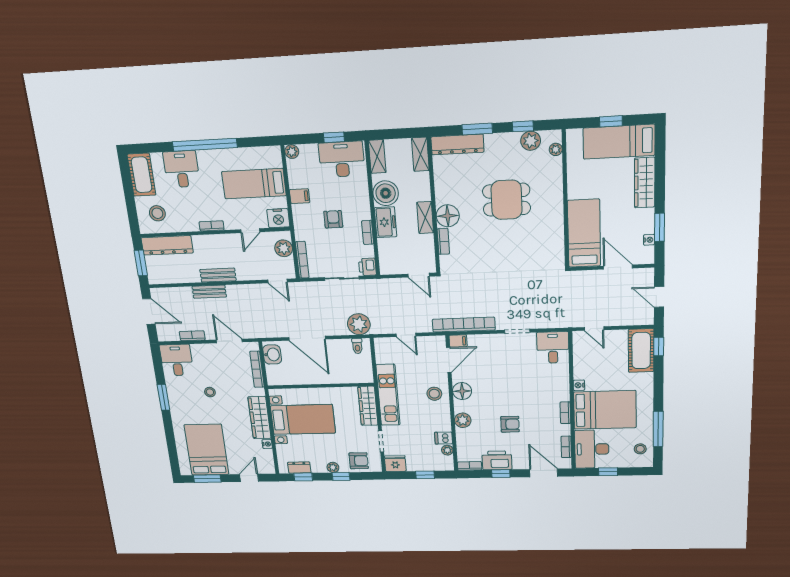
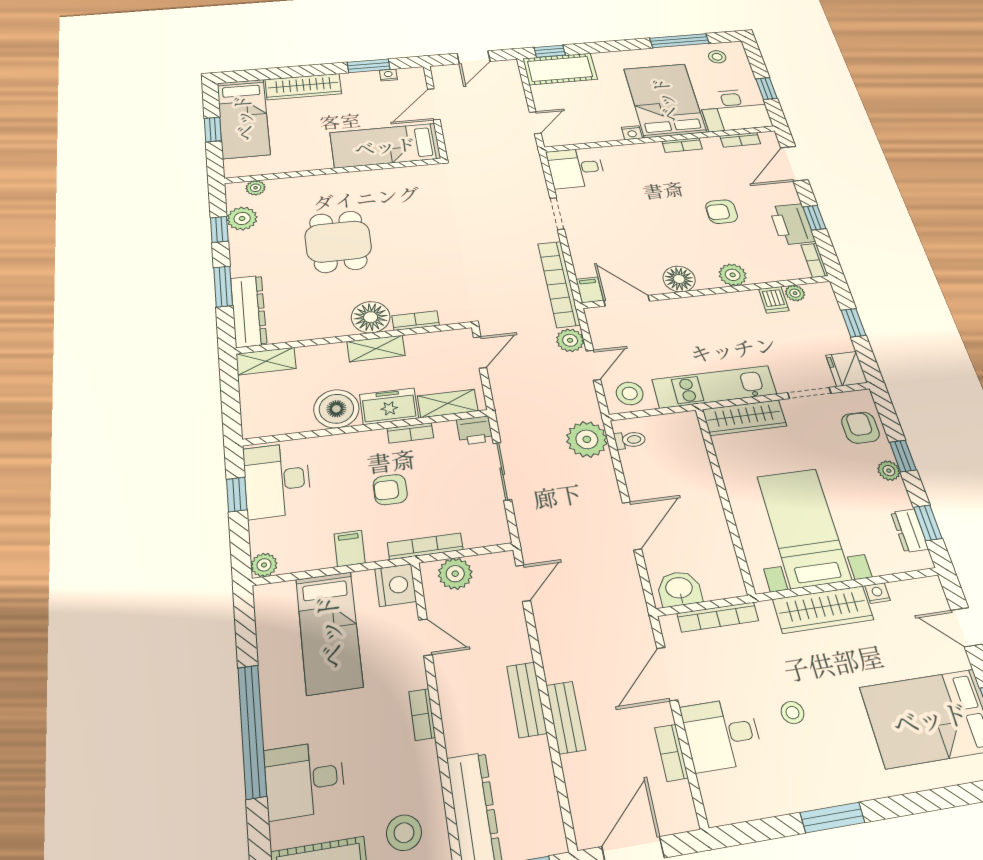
shelving: (377, 157) -> (448, 403), moved
bookcase: (302, 260) -> (425, 546), moved
plant: (424, 325) -> (570, 340), added
door: (307, 338) -> (632, 526), width x0.73
desk: (177, 360) -> (722, 734), moved
stool: (434, 394) -> (630, 393), moved
armchair: (510, 424) -> (722, 212), turned -90

